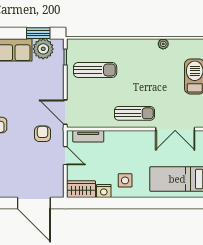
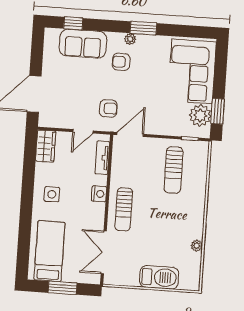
nightstand: (104, 191) -> (99, 194), moved, turned 180

